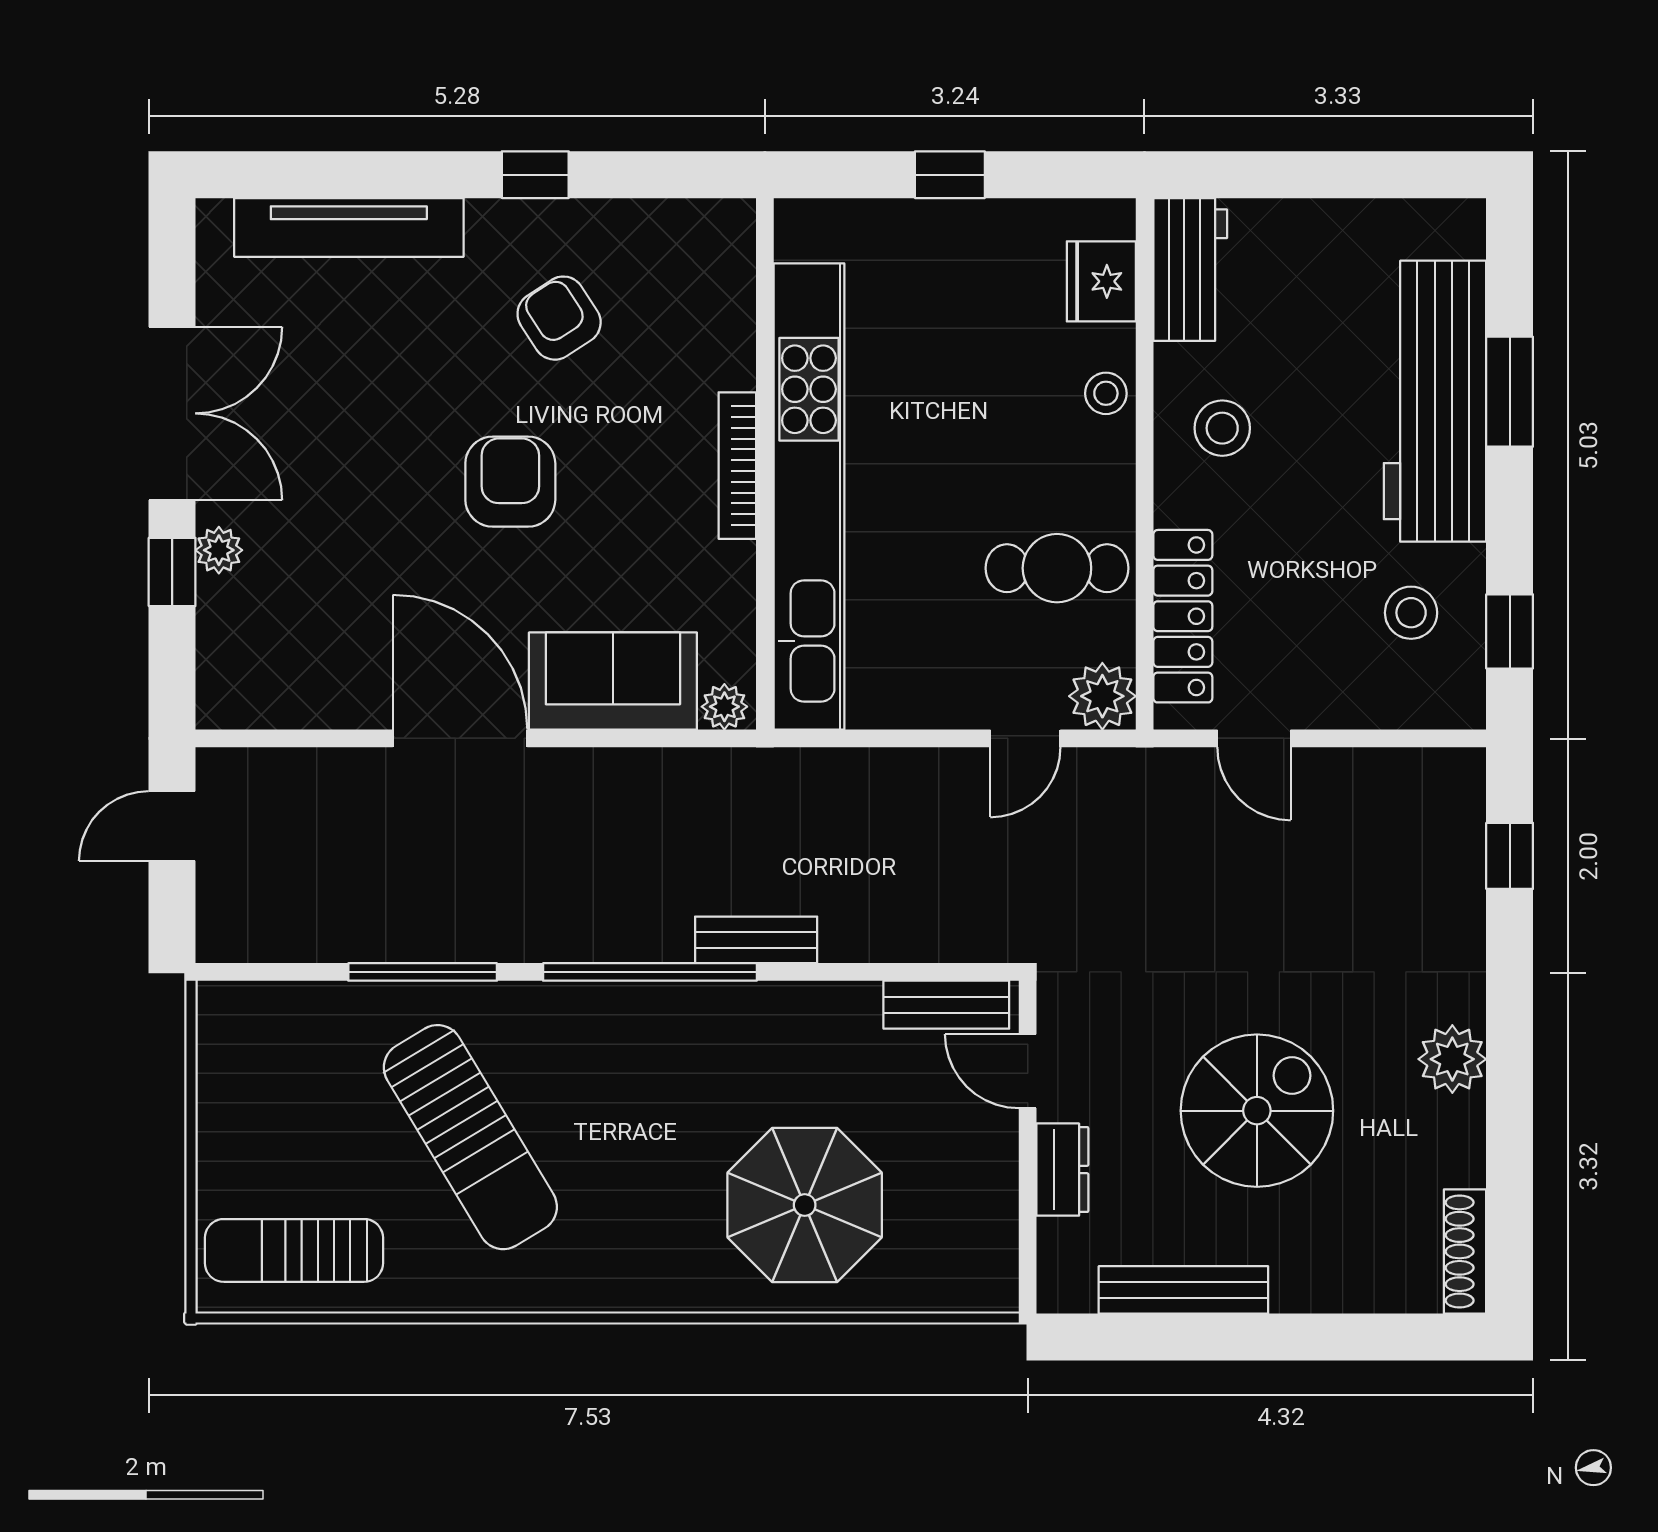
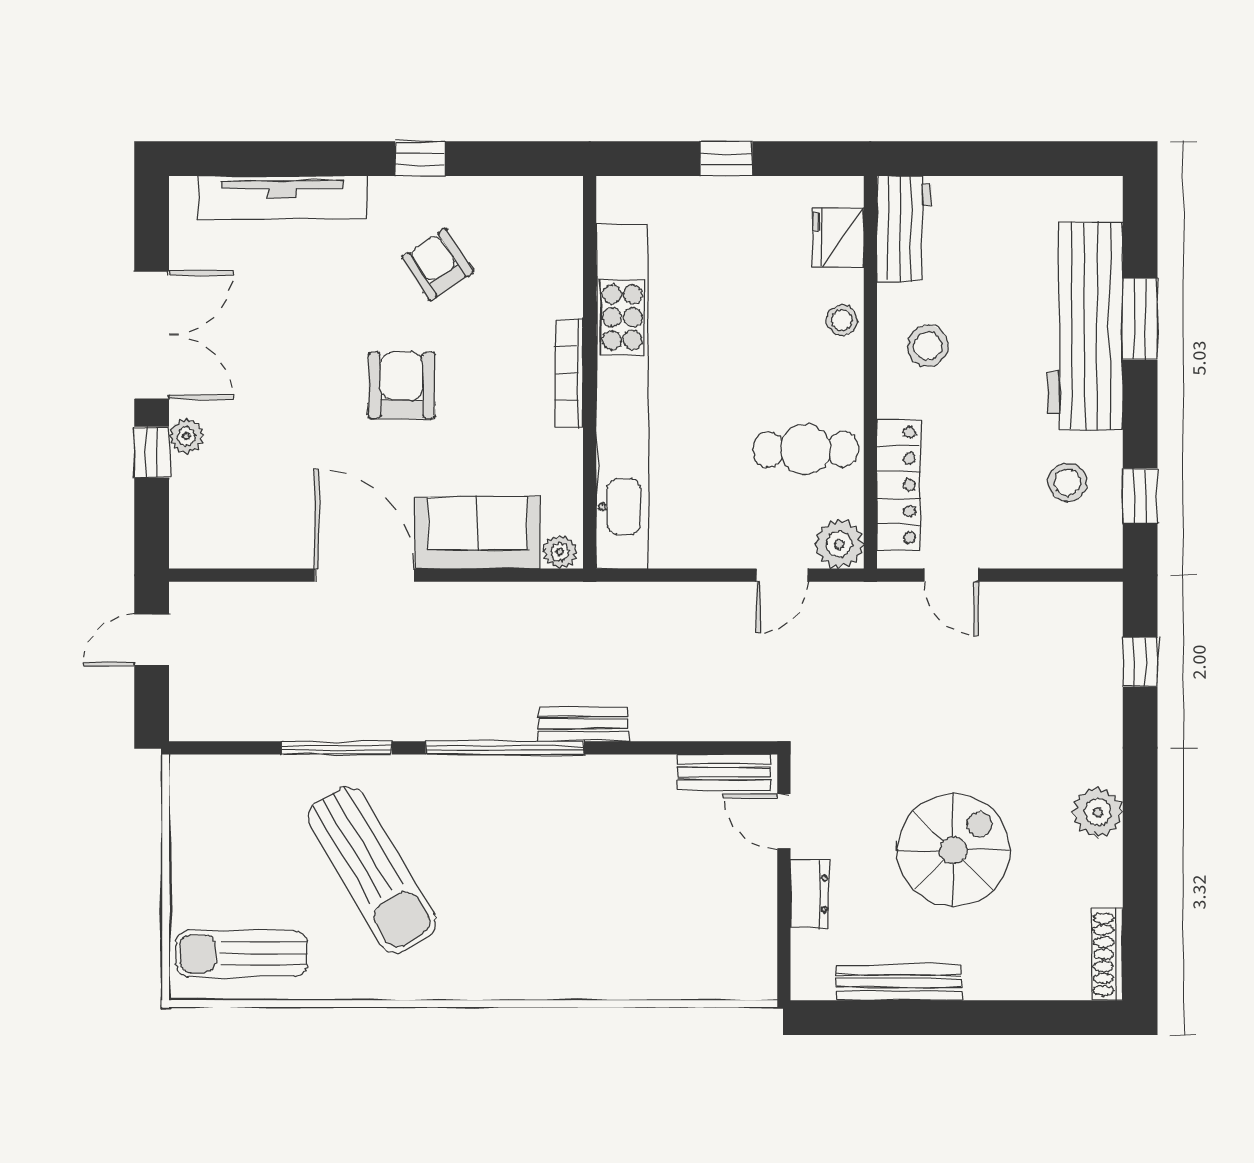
parasol: (805, 1205) -> (619, 920), removed

